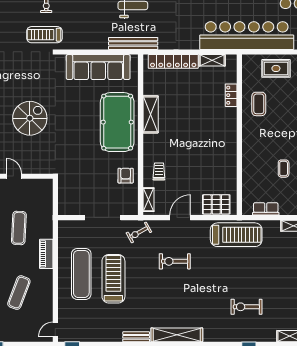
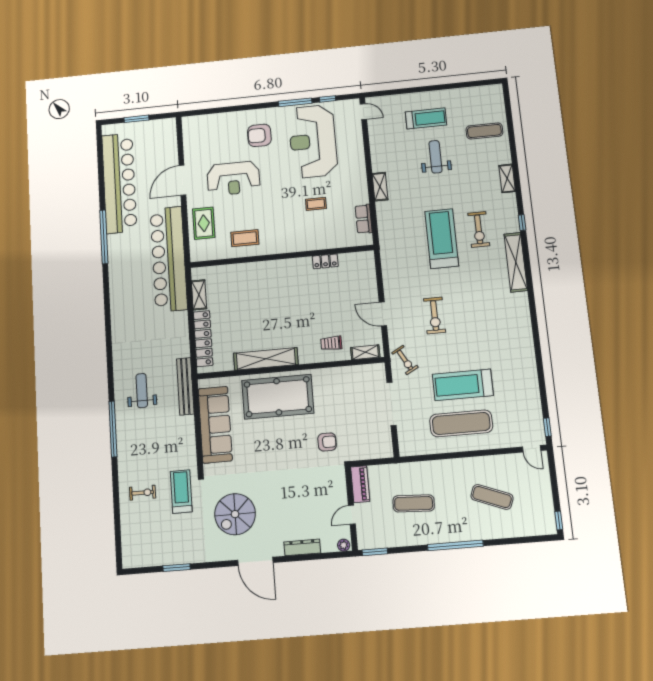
treadmill: (44, 35) -> (181, 492), turned 180
locker: (231, 95) -> (325, 261), moved
shelving: (151, 114) -> (266, 359), width x1.47
spiral stairs: (30, 118) -> (235, 514), moved, turned -90
armchair: (126, 176) -> (327, 442), moved, turned 180
pallet: (216, 204) -> (364, 274), removed
treadmill: (236, 235) -> (442, 239), moved
piano: (46, 254) -> (360, 484), moved, turned -90
shelving: (177, 335) -> (516, 262), moved
bench: (136, 337) -> (529, 352), removed

